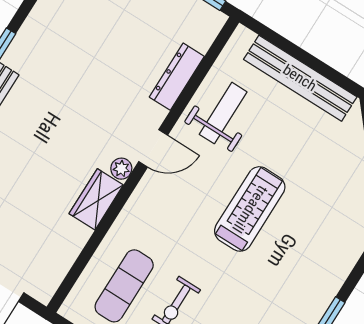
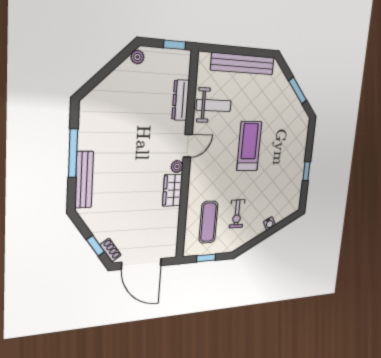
weight bench: (223, 113) -> (214, 105), turned 90

